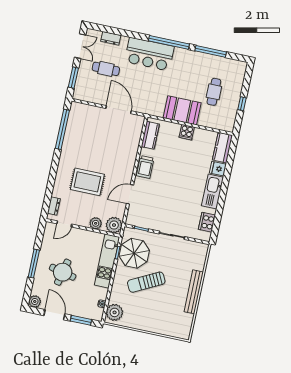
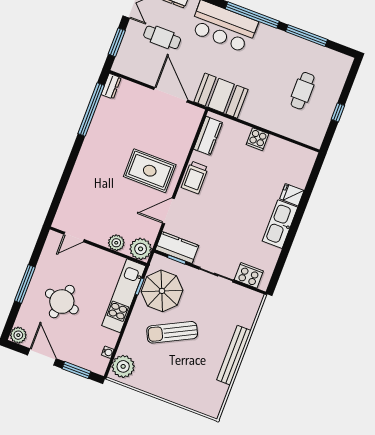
booth: (182, 110) -> (221, 96), moved
kitchen counter: (222, 148) -> (177, 248), moved, turned 90
rug: (87, 182) -> (150, 171), moved
dresser: (54, 206) -> (111, 86), moved
cooker: (207, 222) -> (249, 275), moved, turned 90

